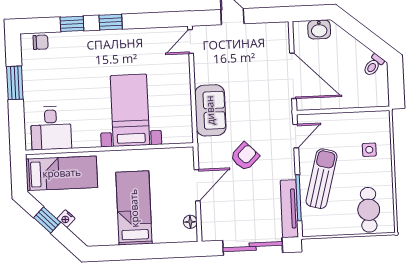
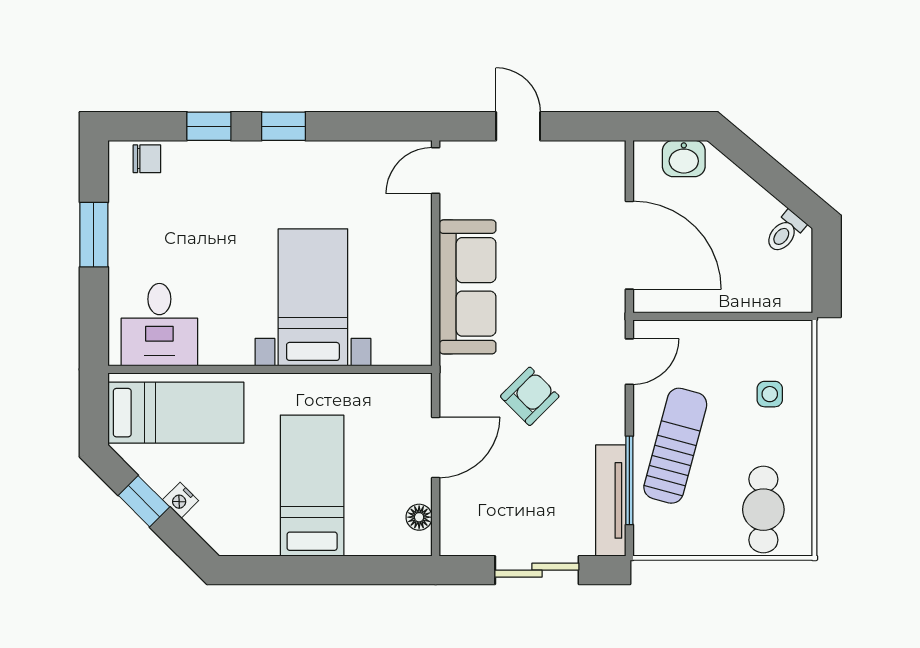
sofa: (210, 110) -> (468, 287), width x1.36
sliding door: (253, 247) -> (537, 570), width x0.73

